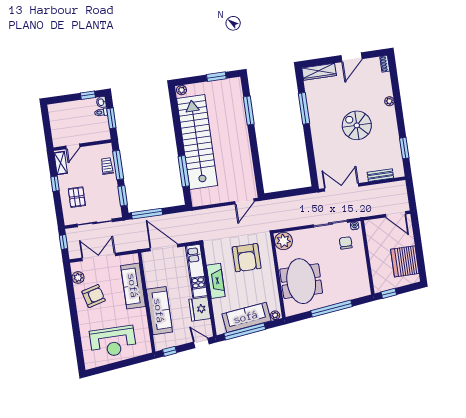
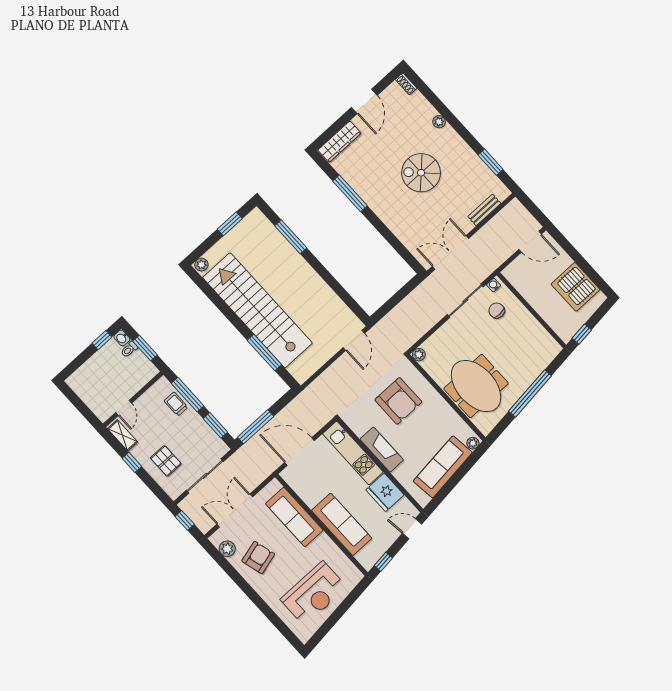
plant: (283, 241) -> (419, 355), width x0.53, depth x0.53
window: (245, 331) -> (451, 484), removed

